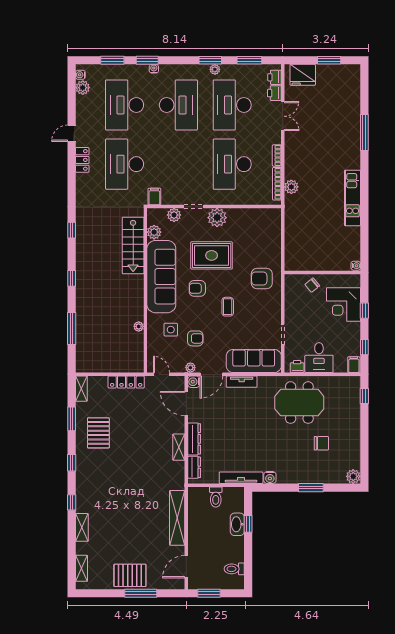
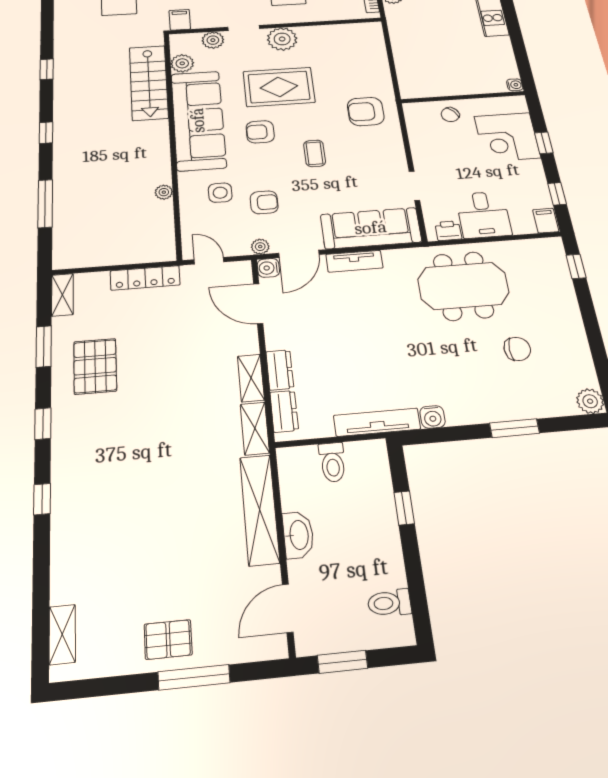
dresser: (194, 439) -> (280, 370), width x0.70
washbasin: (237, 524) -> (298, 535), moved, turned 180
shelving: (82, 527) -> (255, 429), moved
pallet: (130, 575) -> (168, 639), width x0.67, depth x0.71

